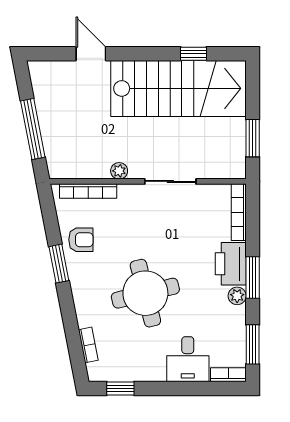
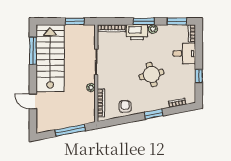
door: (91, 54) -> (33, 102), hinge flipped
window: (193, 54) -> (33, 51), width x2.17
window: (59, 264) -> (154, 114), moved
round table: (145, 293) -> (152, 74), width x0.73, depth x0.73
window: (120, 388) -> (199, 76), moved

